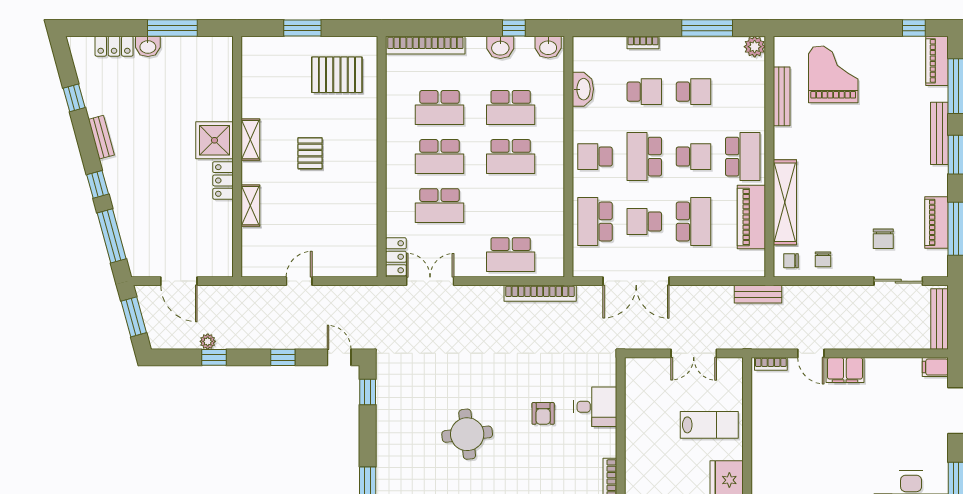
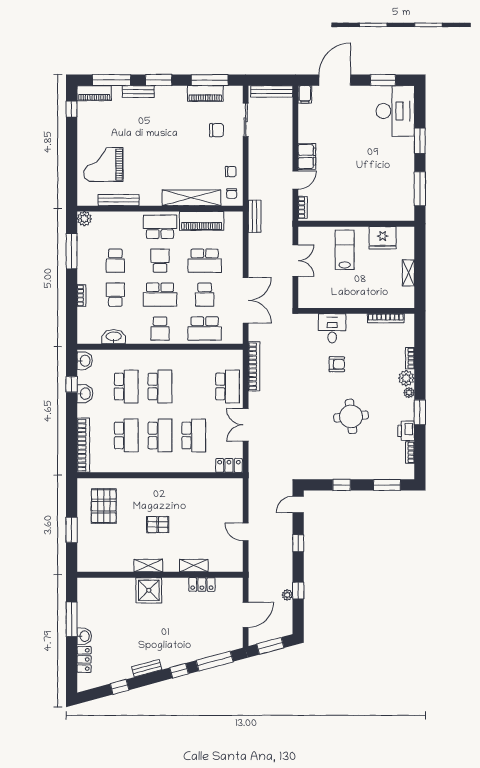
school desk: (693, 92) -> (115, 261), turned 180
bench: (939, 133) -> (138, 92), width x0.73
locker: (223, 180) -> (202, 584), moved
school desk: (693, 221) -> (205, 261), turned 180
double door: (430, 281) -> (246, 425), moved
window: (368, 392) -> (342, 485), moved

